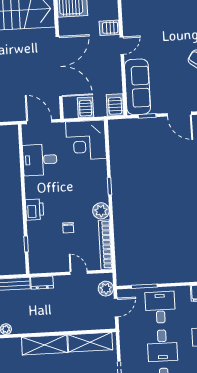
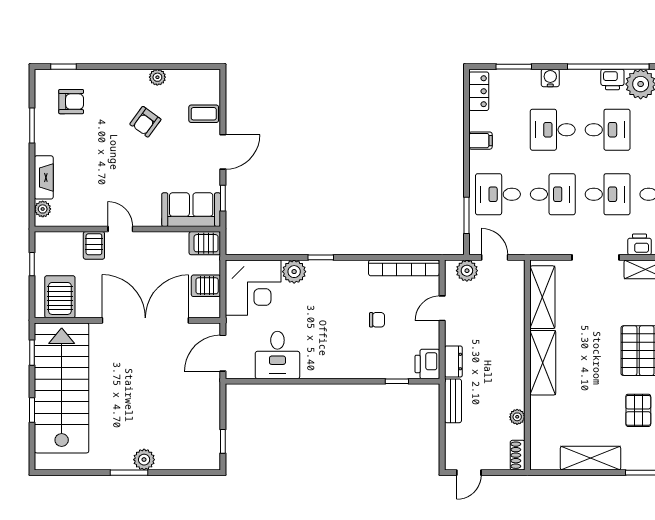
sofa: (138, 87) -> (191, 210), width x0.73
printer: (35, 209) -> (427, 364), moved, turned -90
plant: (101, 211) -> (294, 272), moved

